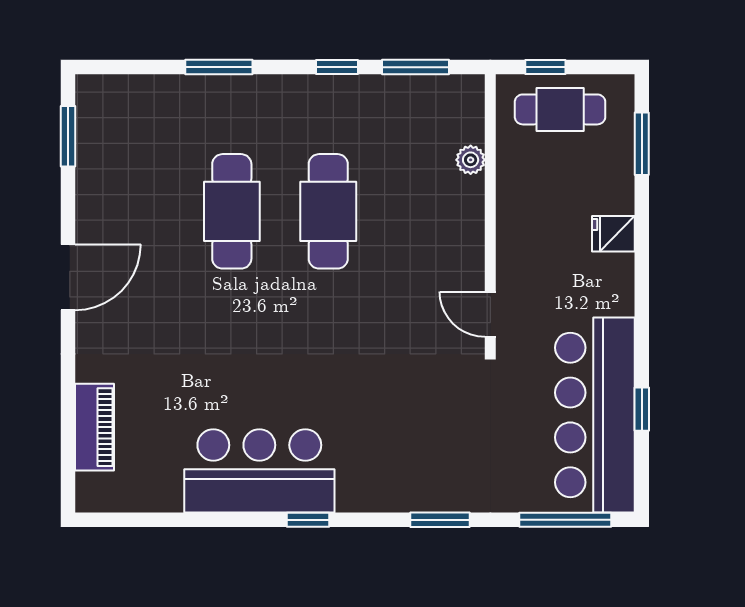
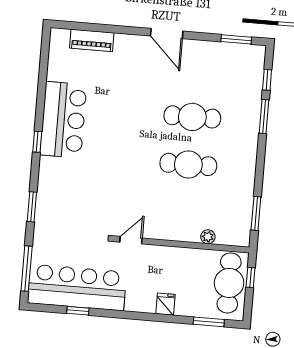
window: (337, 67) -> (267, 80), moved
cafe table: (560, 109) -> (229, 283), width x1.37, depth x1.35

